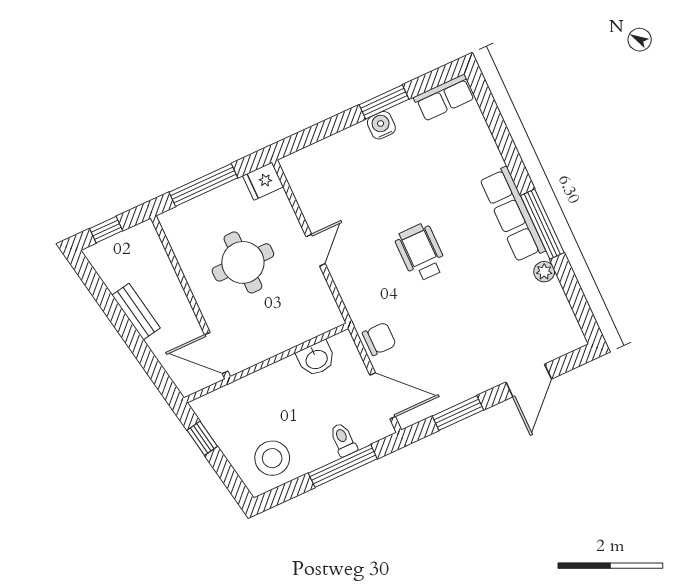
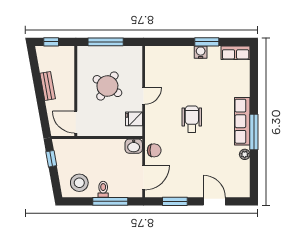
fridge: (263, 181) -> (134, 119), moved
round table: (243, 262) -> (107, 86), turned 33
washbasin: (316, 359) -> (134, 146), moved
door: (529, 380) -> (214, 201), swing flipped
door: (383, 396) -> (144, 177), hinge flipped
toilet: (343, 440) -> (103, 189), moved

